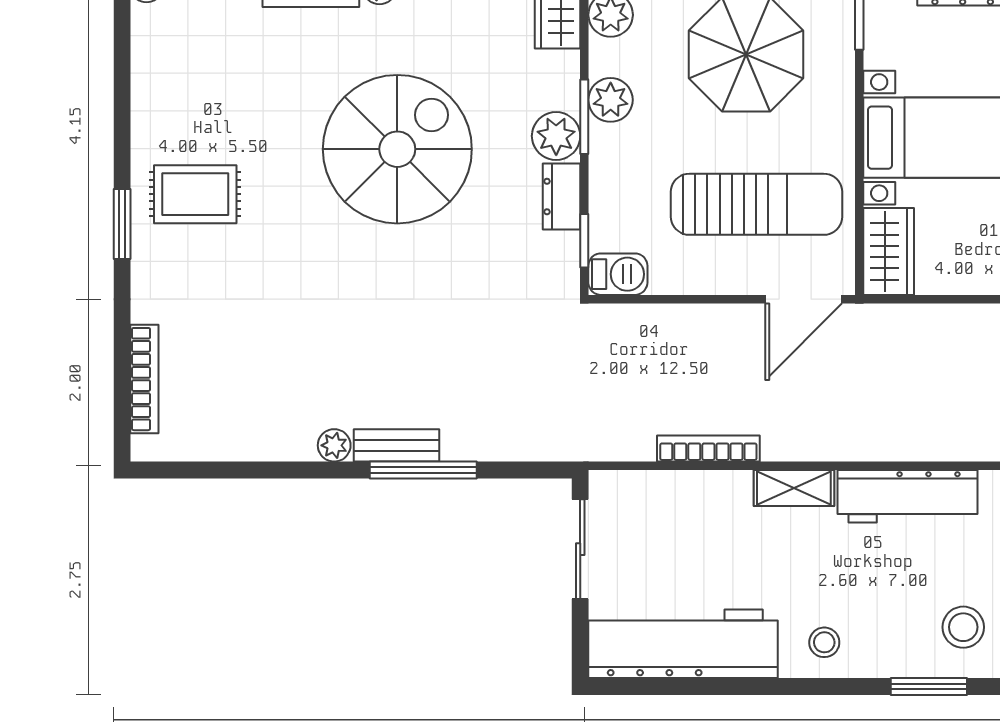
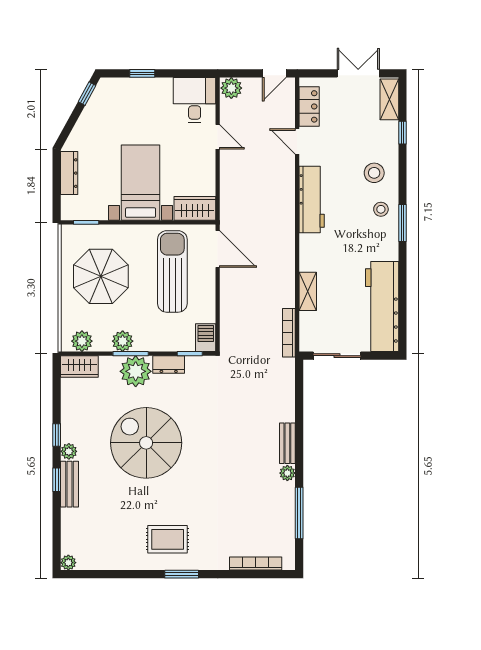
plant: (556, 136) -> (136, 371), width x1.36, depth x1.36
rug: (195, 194) -> (168, 539), turned 90
bookcase: (708, 449) -> (289, 333), moved
window: (423, 470) -> (299, 513), moved
shelving: (794, 488) -> (308, 291), moved
stool: (824, 642) -> (381, 209), moved
window: (929, 687) -> (402, 223), moved

